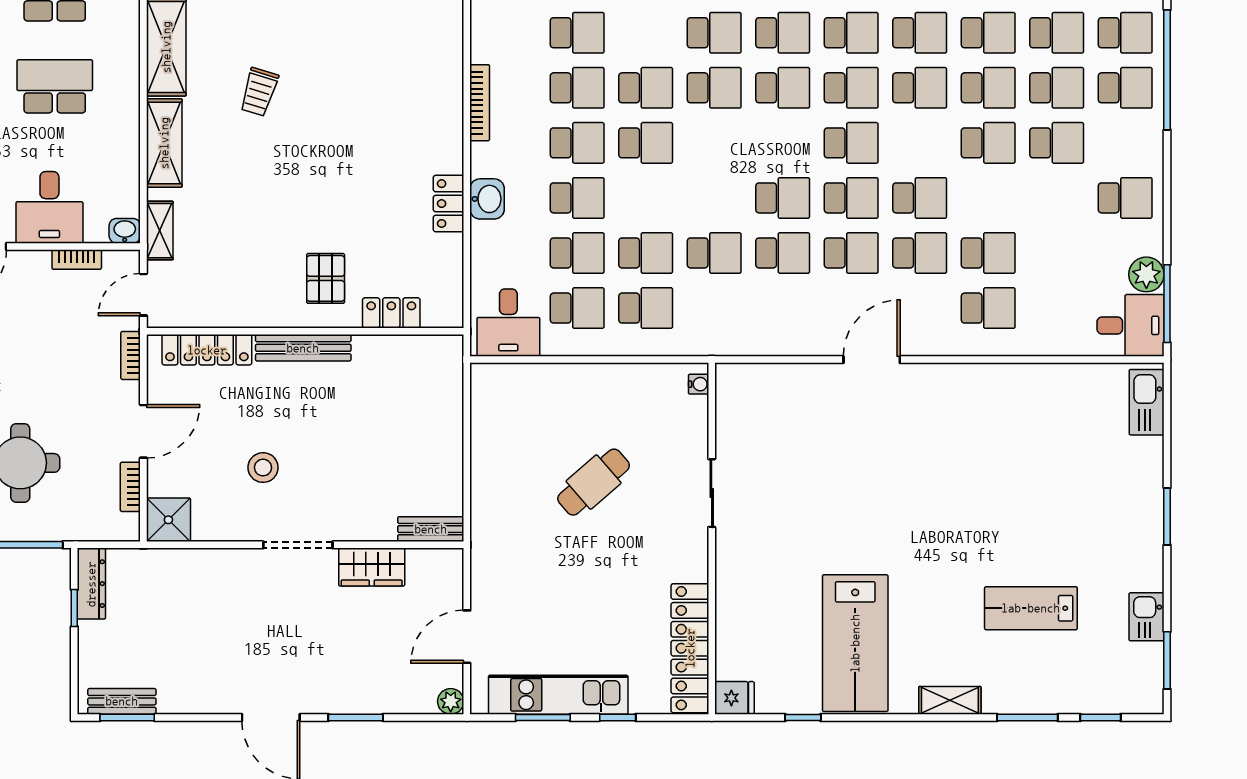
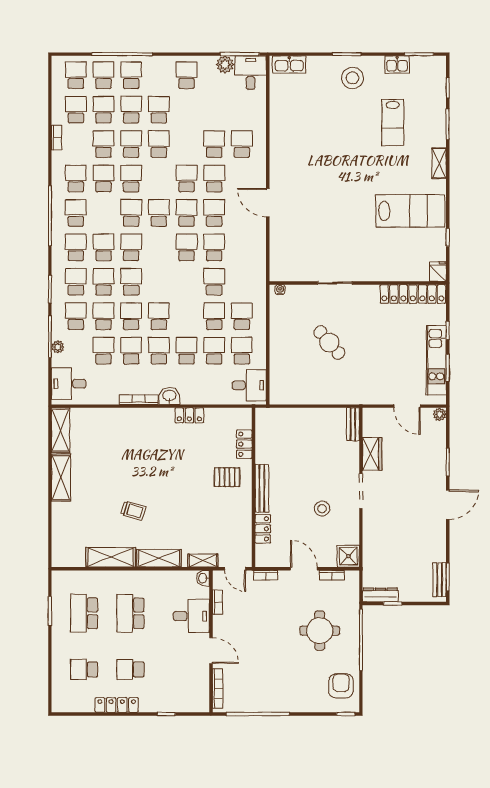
school desk: (851, 33) -> (103, 316), moved
washbasin: (487, 199) -> (169, 396), moved
locker: (207, 350) -> (263, 529), width x0.66
stool: (1120, 528) -> (352, 78), added

